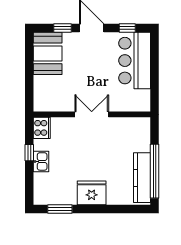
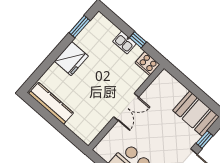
window: (155, 171) -> (48, 116), removed

